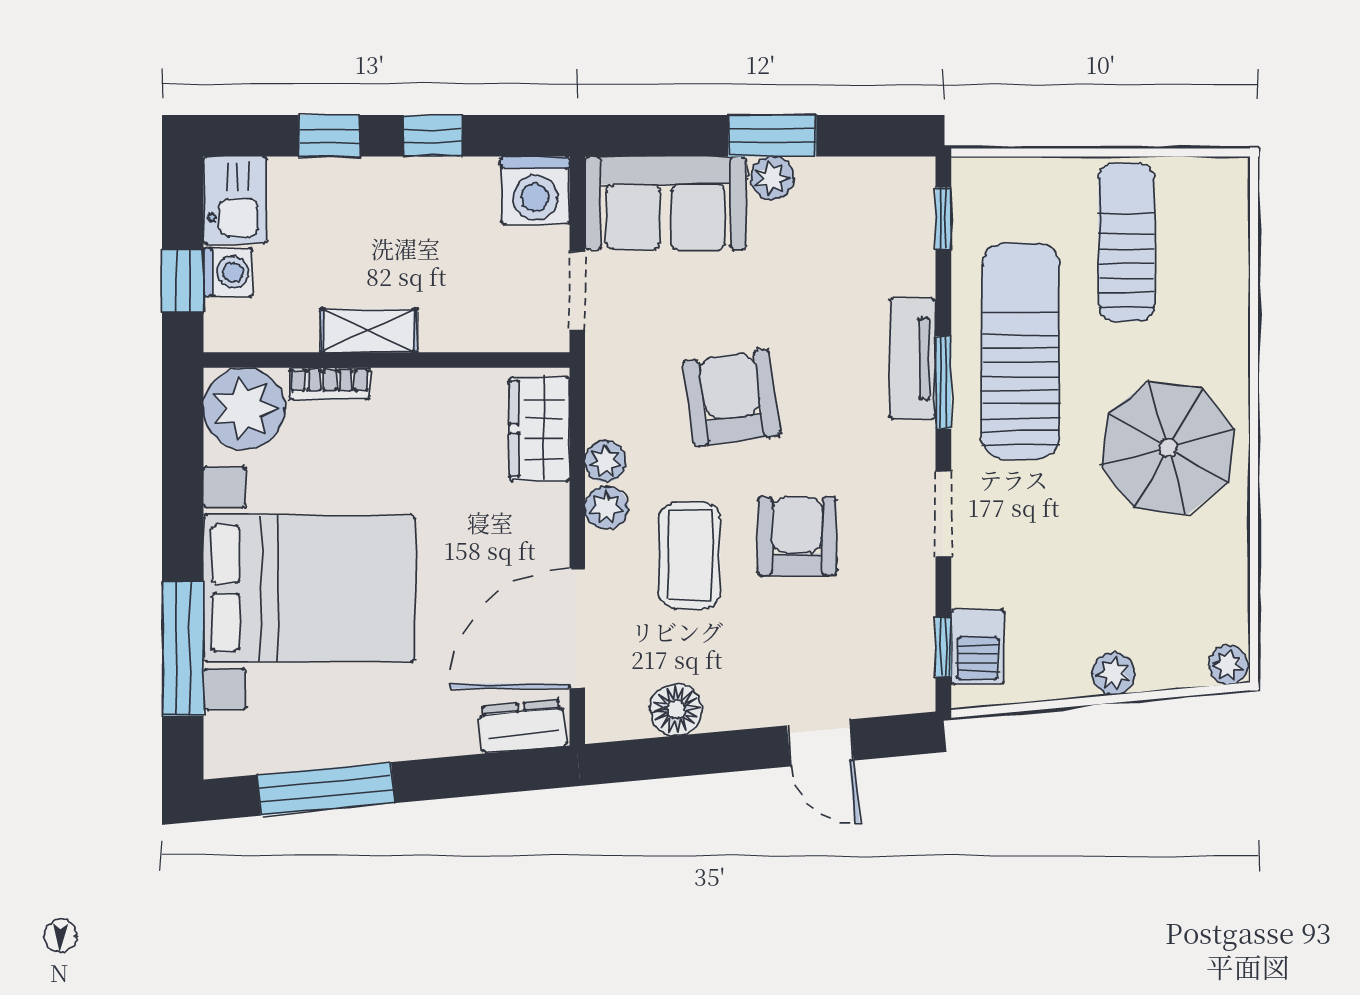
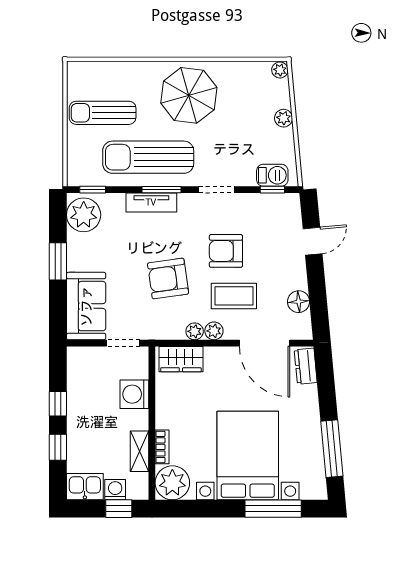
plant: (772, 178) -> (84, 215), moved, width x1.88, depth x1.88
washing machine: (535, 191) -> (134, 394), moved, turned 180
shelving: (369, 330) -> (140, 451), moved

